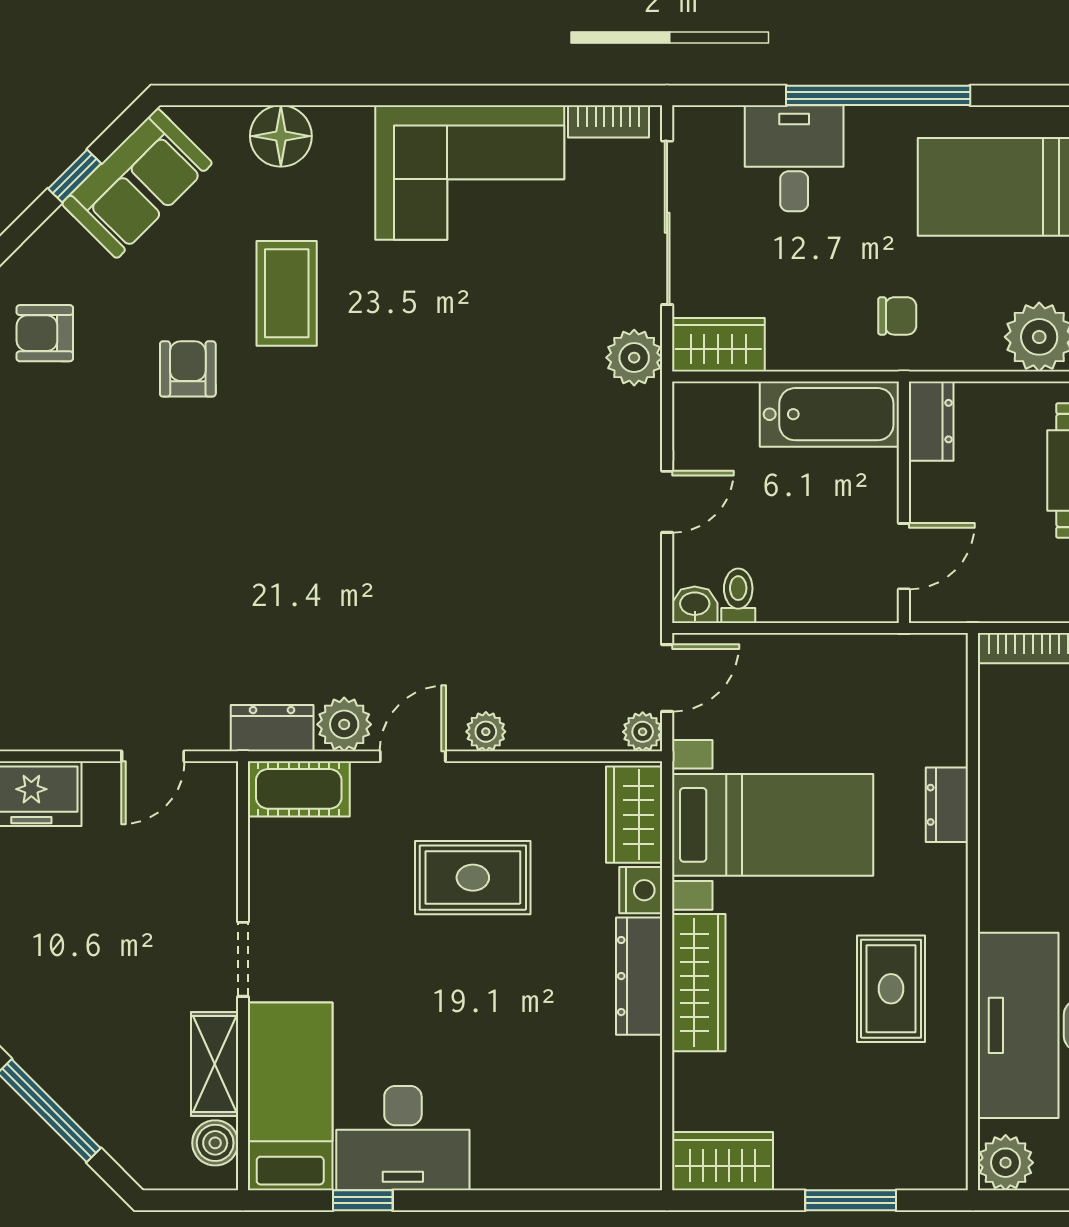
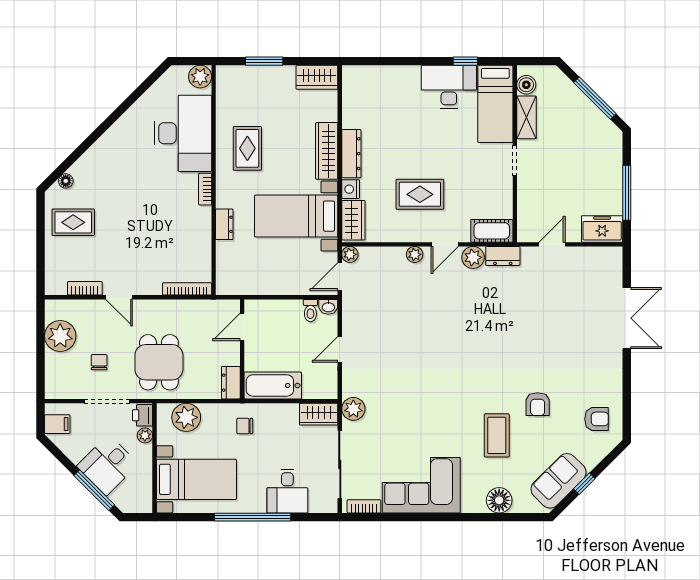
bookcase: (993, 890) -> (205, 189), added

